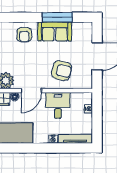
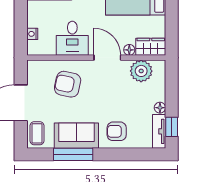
coffee table: (85, 33) -> (37, 133), added
armchair: (24, 35) -> (117, 131), turned -90
door: (31, 91) -> (107, 58), hinge flipped

